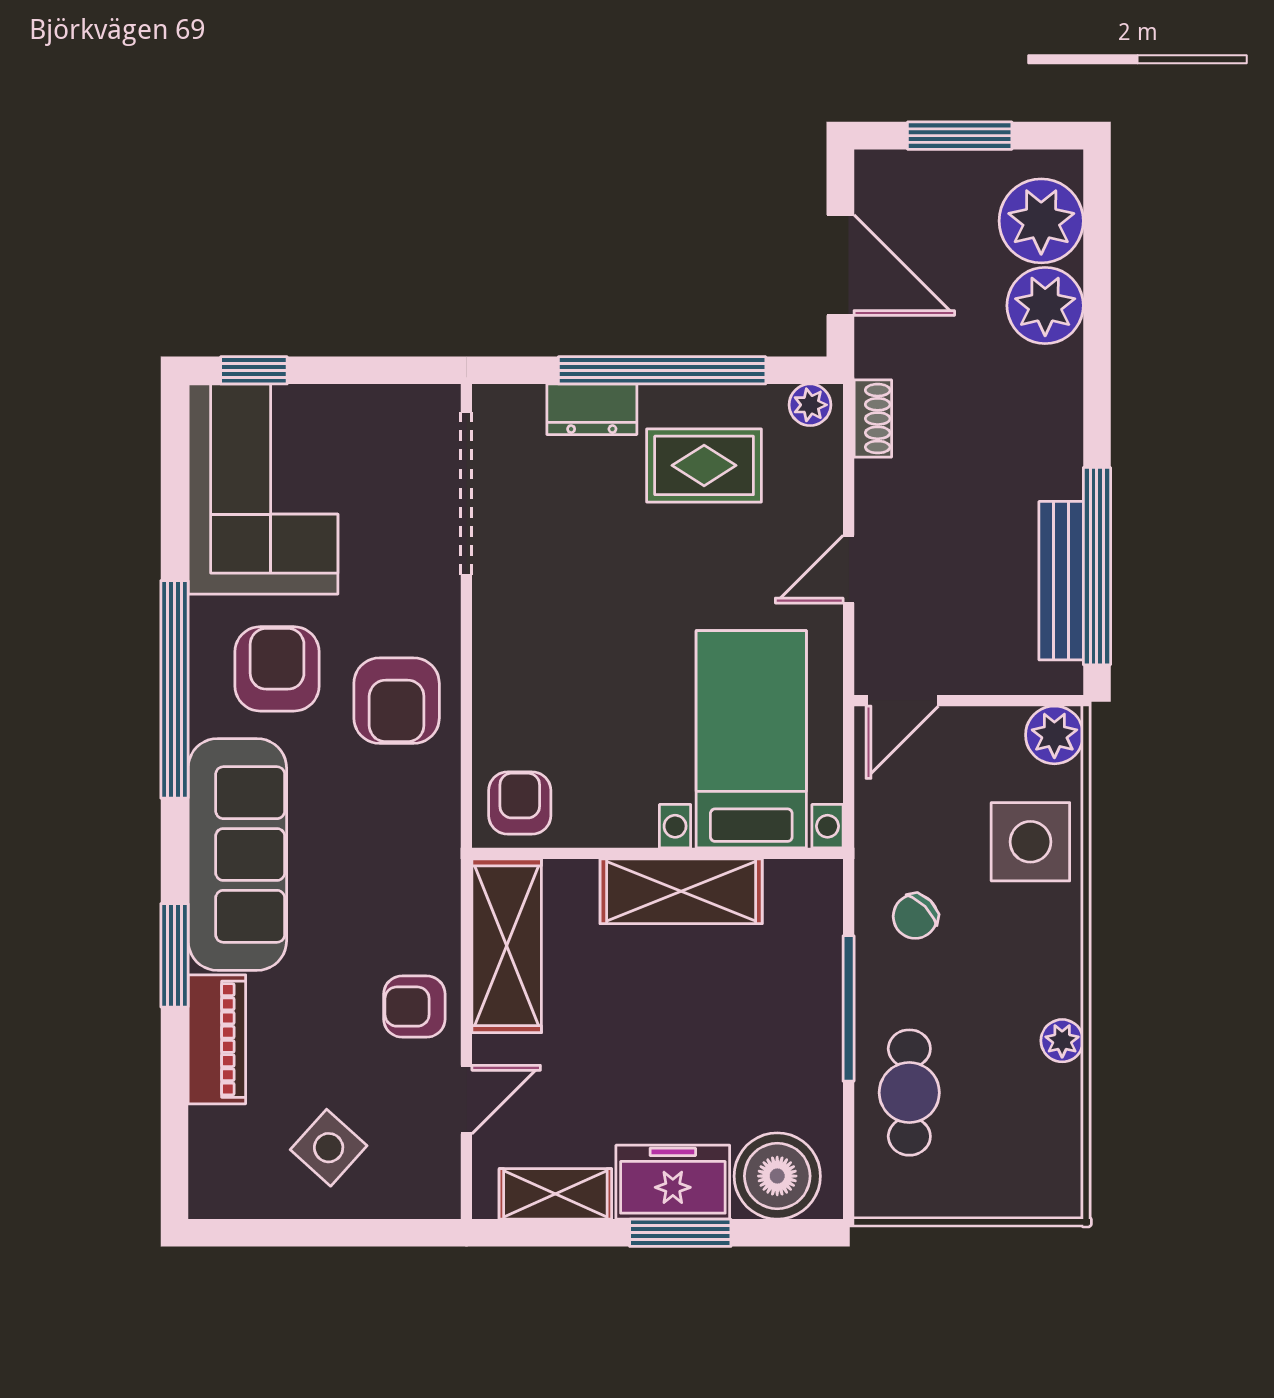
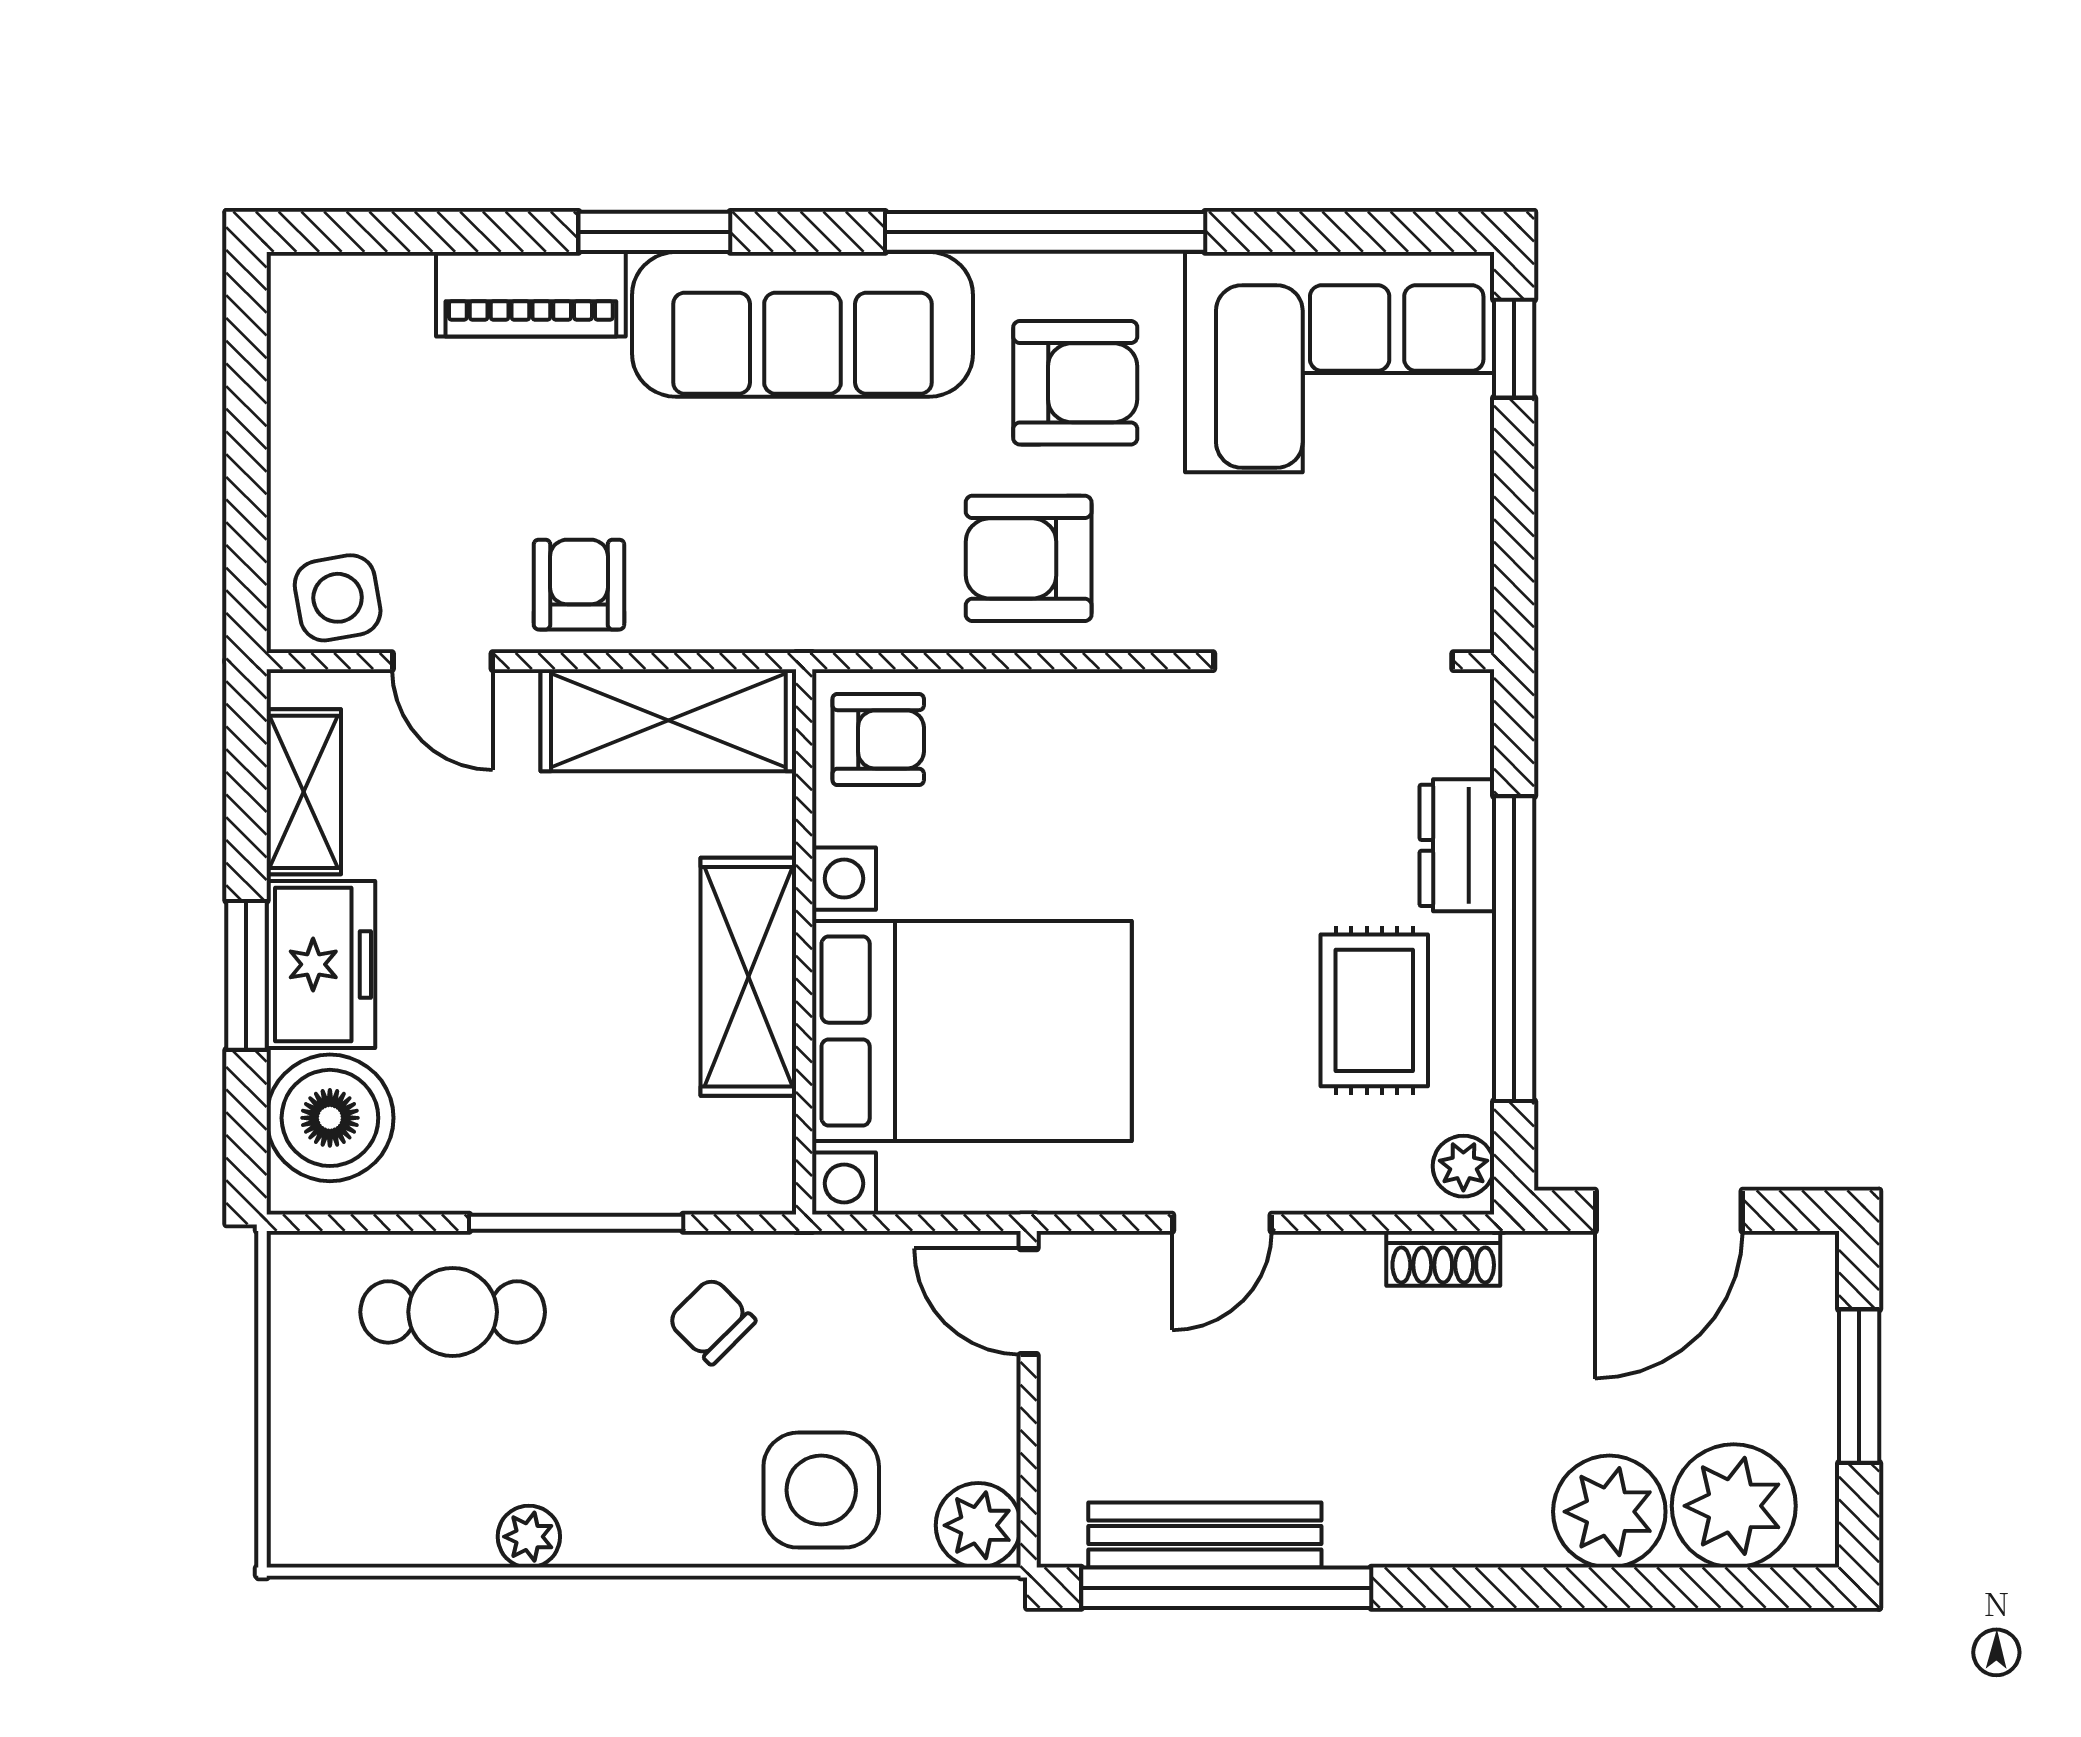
door: (849, 569) -> (1222, 1223), swing flipped
bed with nightstands: (751, 739) -> (972, 1031), width x1.36
side table: (329, 1148) -> (338, 598), moved, turned 38

